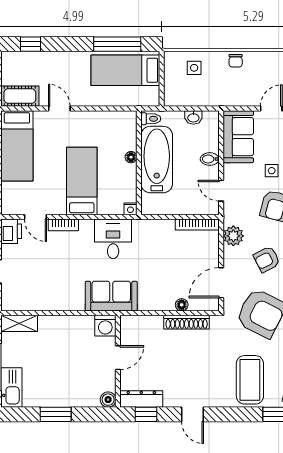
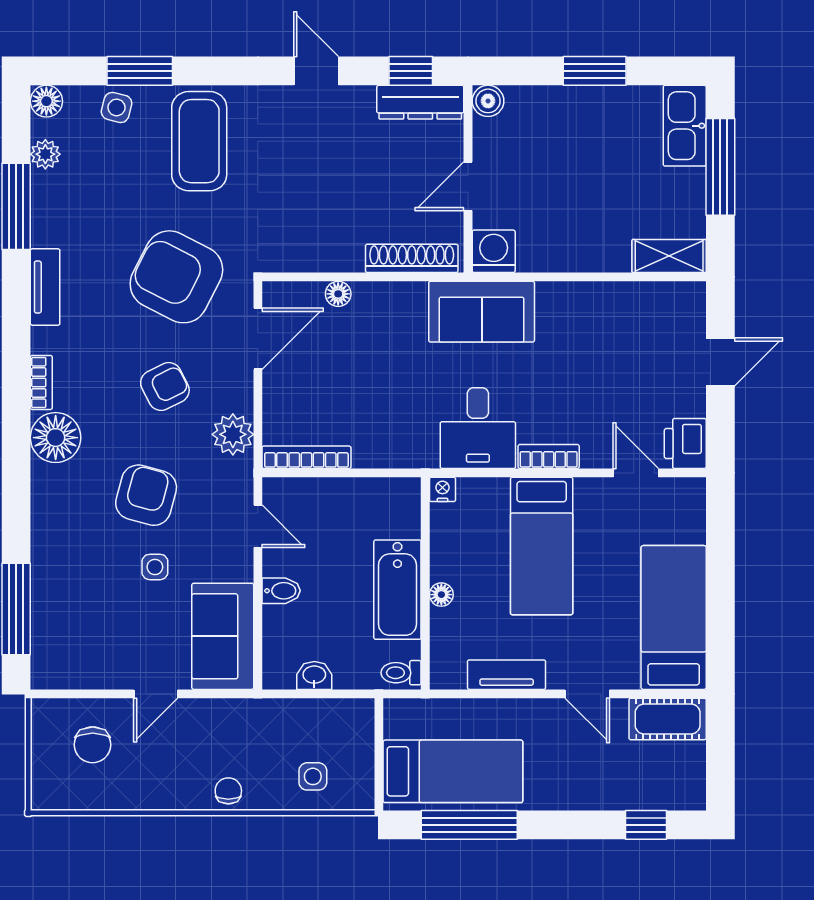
tv unit: (99, 118) -> (507, 675), added
bathtub: (157, 160) -> (397, 590), width x0.73, depth x0.73
bookcase: (63, 225) -> (549, 456), moved
shoe rack: (187, 322) -> (412, 258), moved

